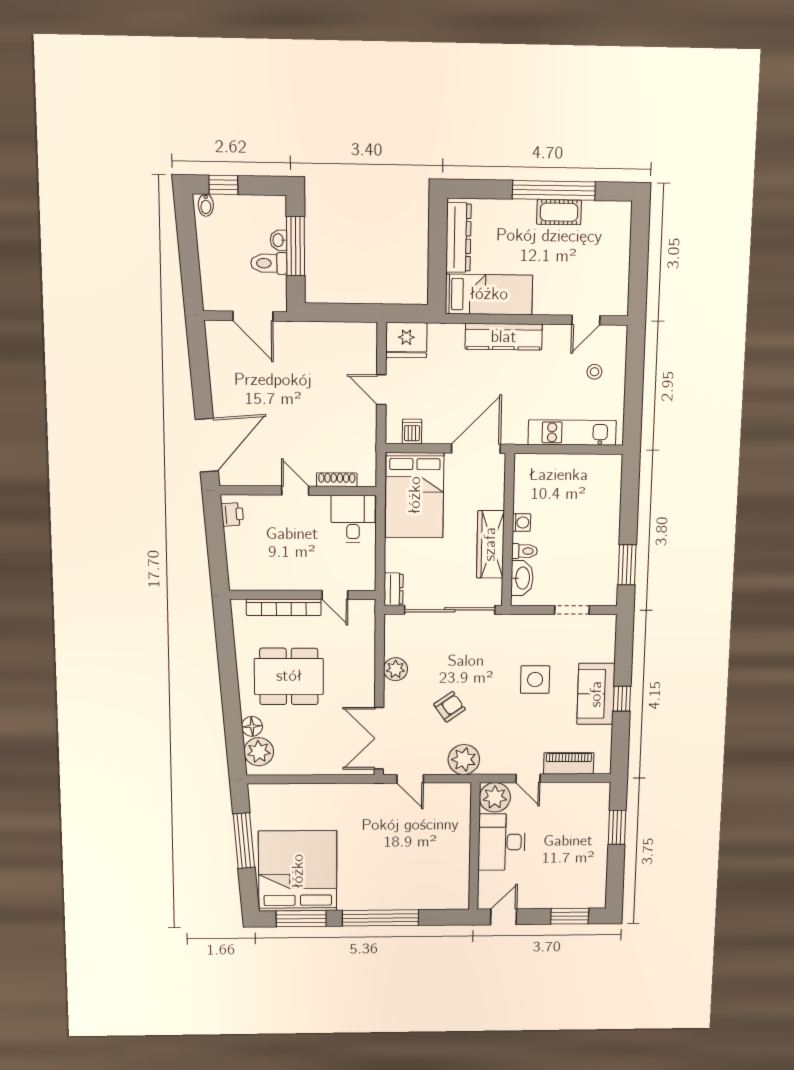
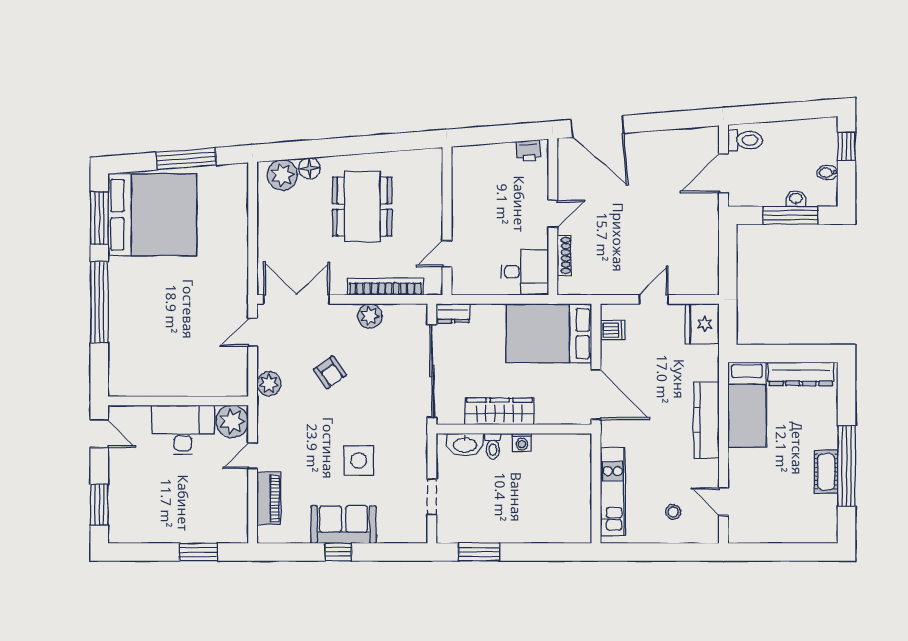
bidet: (206, 205) -> (827, 173), moved
toilet: (269, 263) -> (745, 140), moved, turned 90
bookcase: (284, 607) -> (385, 287), moved, turned 90
plant: (464, 759) -> (269, 384), width x0.73, depth x0.73

